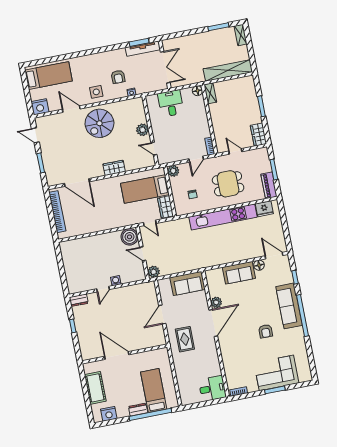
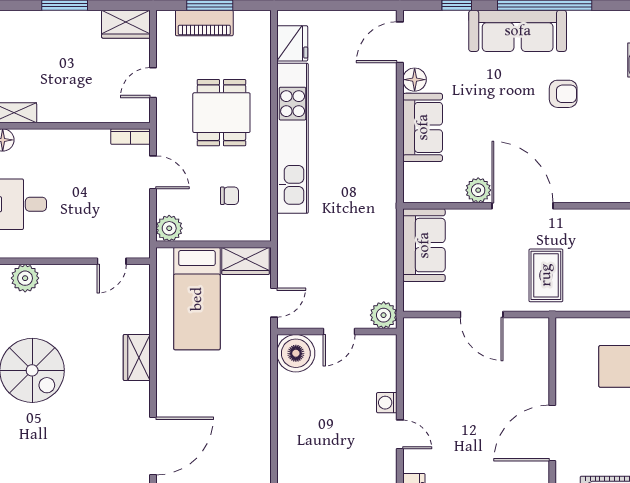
plant: (143, 130) -> (25, 278), moved
piano: (269, 185) -> (204, 23), moved
rug: (185, 339) -> (546, 275), turned 90

